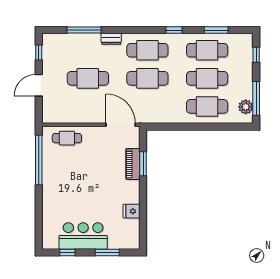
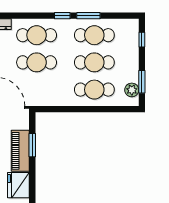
window: (216, 30) -> (88, 16), moved
window: (256, 98) -> (142, 82), width x0.69
piano: (133, 164) -> (20, 151), width x1.37, depth x1.33
fridge: (132, 211) -> (18, 185), width x1.88, depth x1.34

